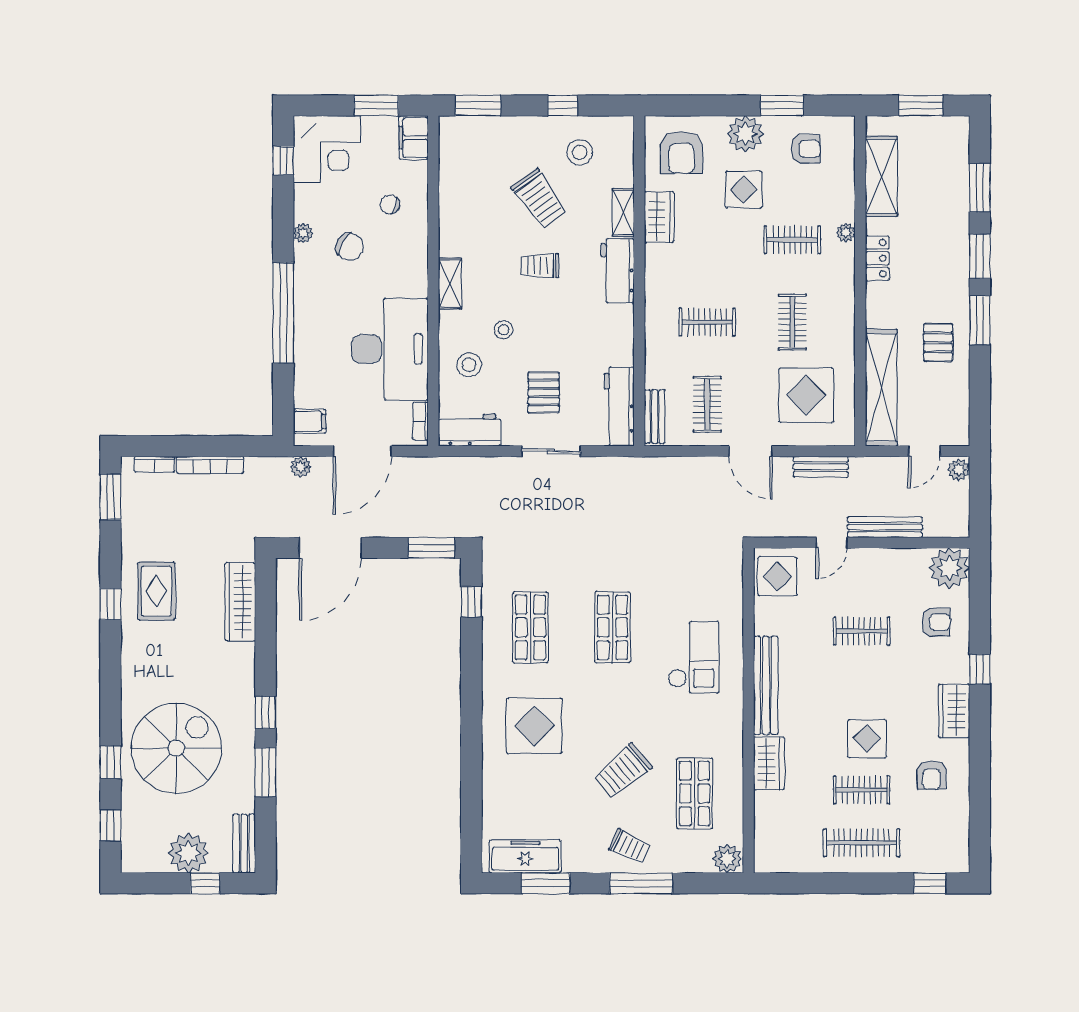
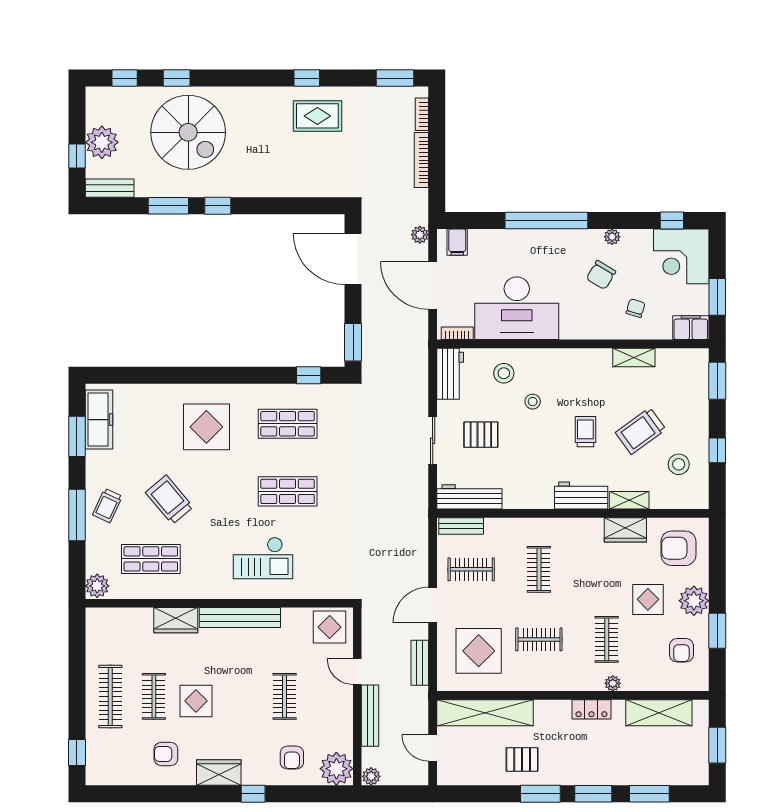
shelving: (450, 283) -> (634, 357), moved
plant: (959, 470) -> (371, 776), moved
wardrobe: (240, 602) -> (309, 185), removed

